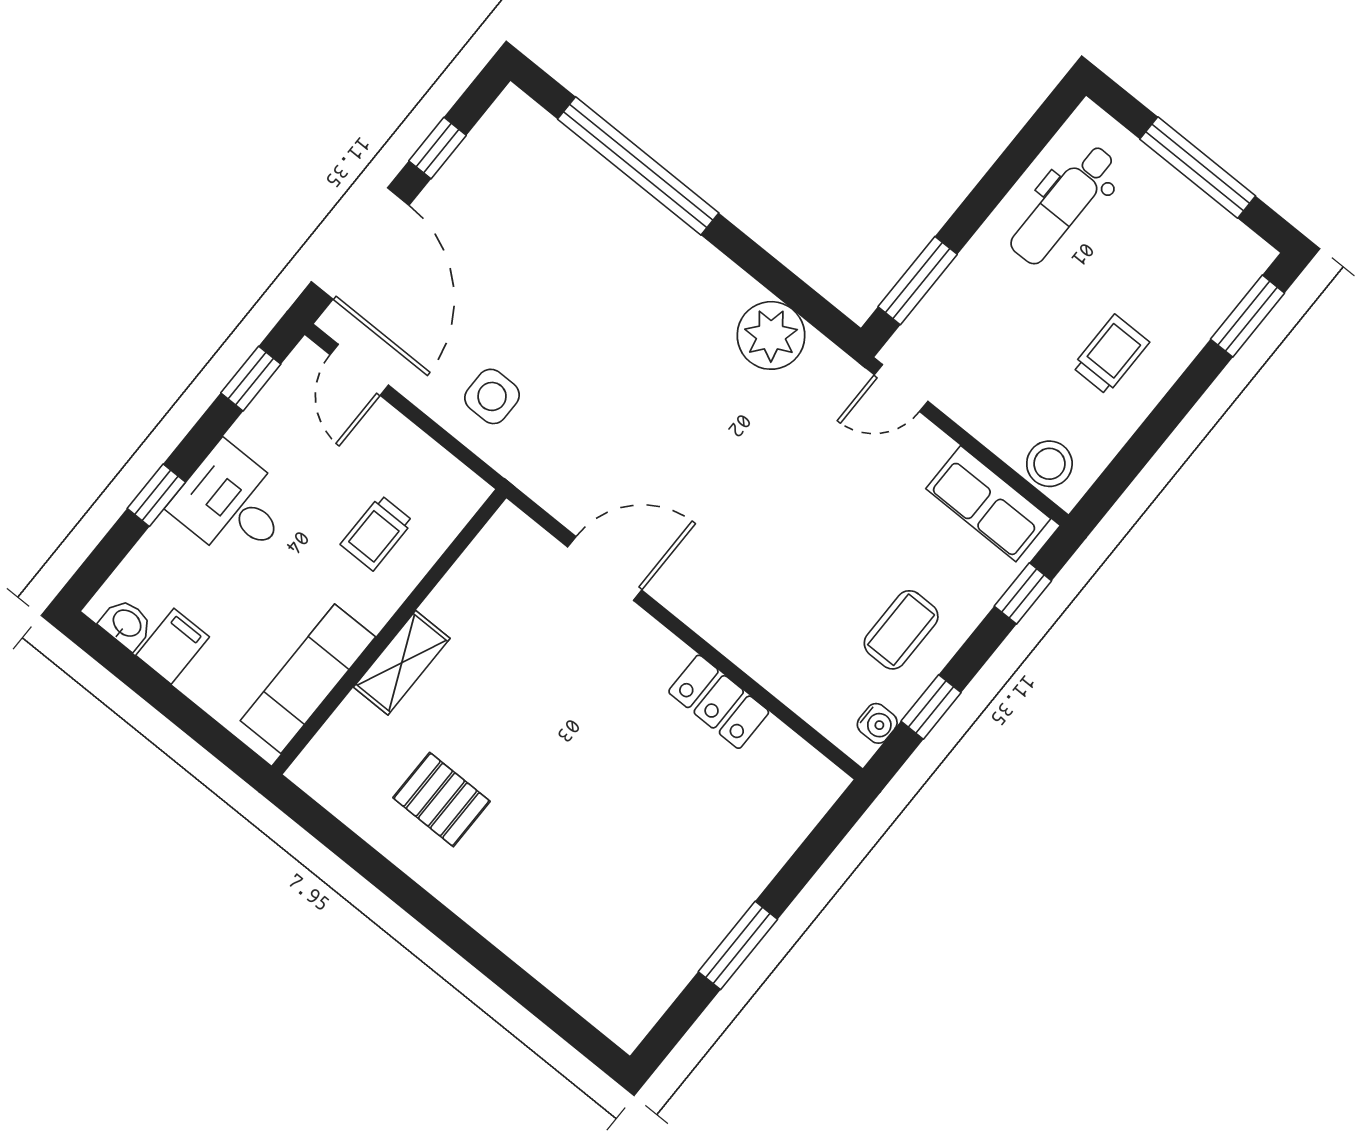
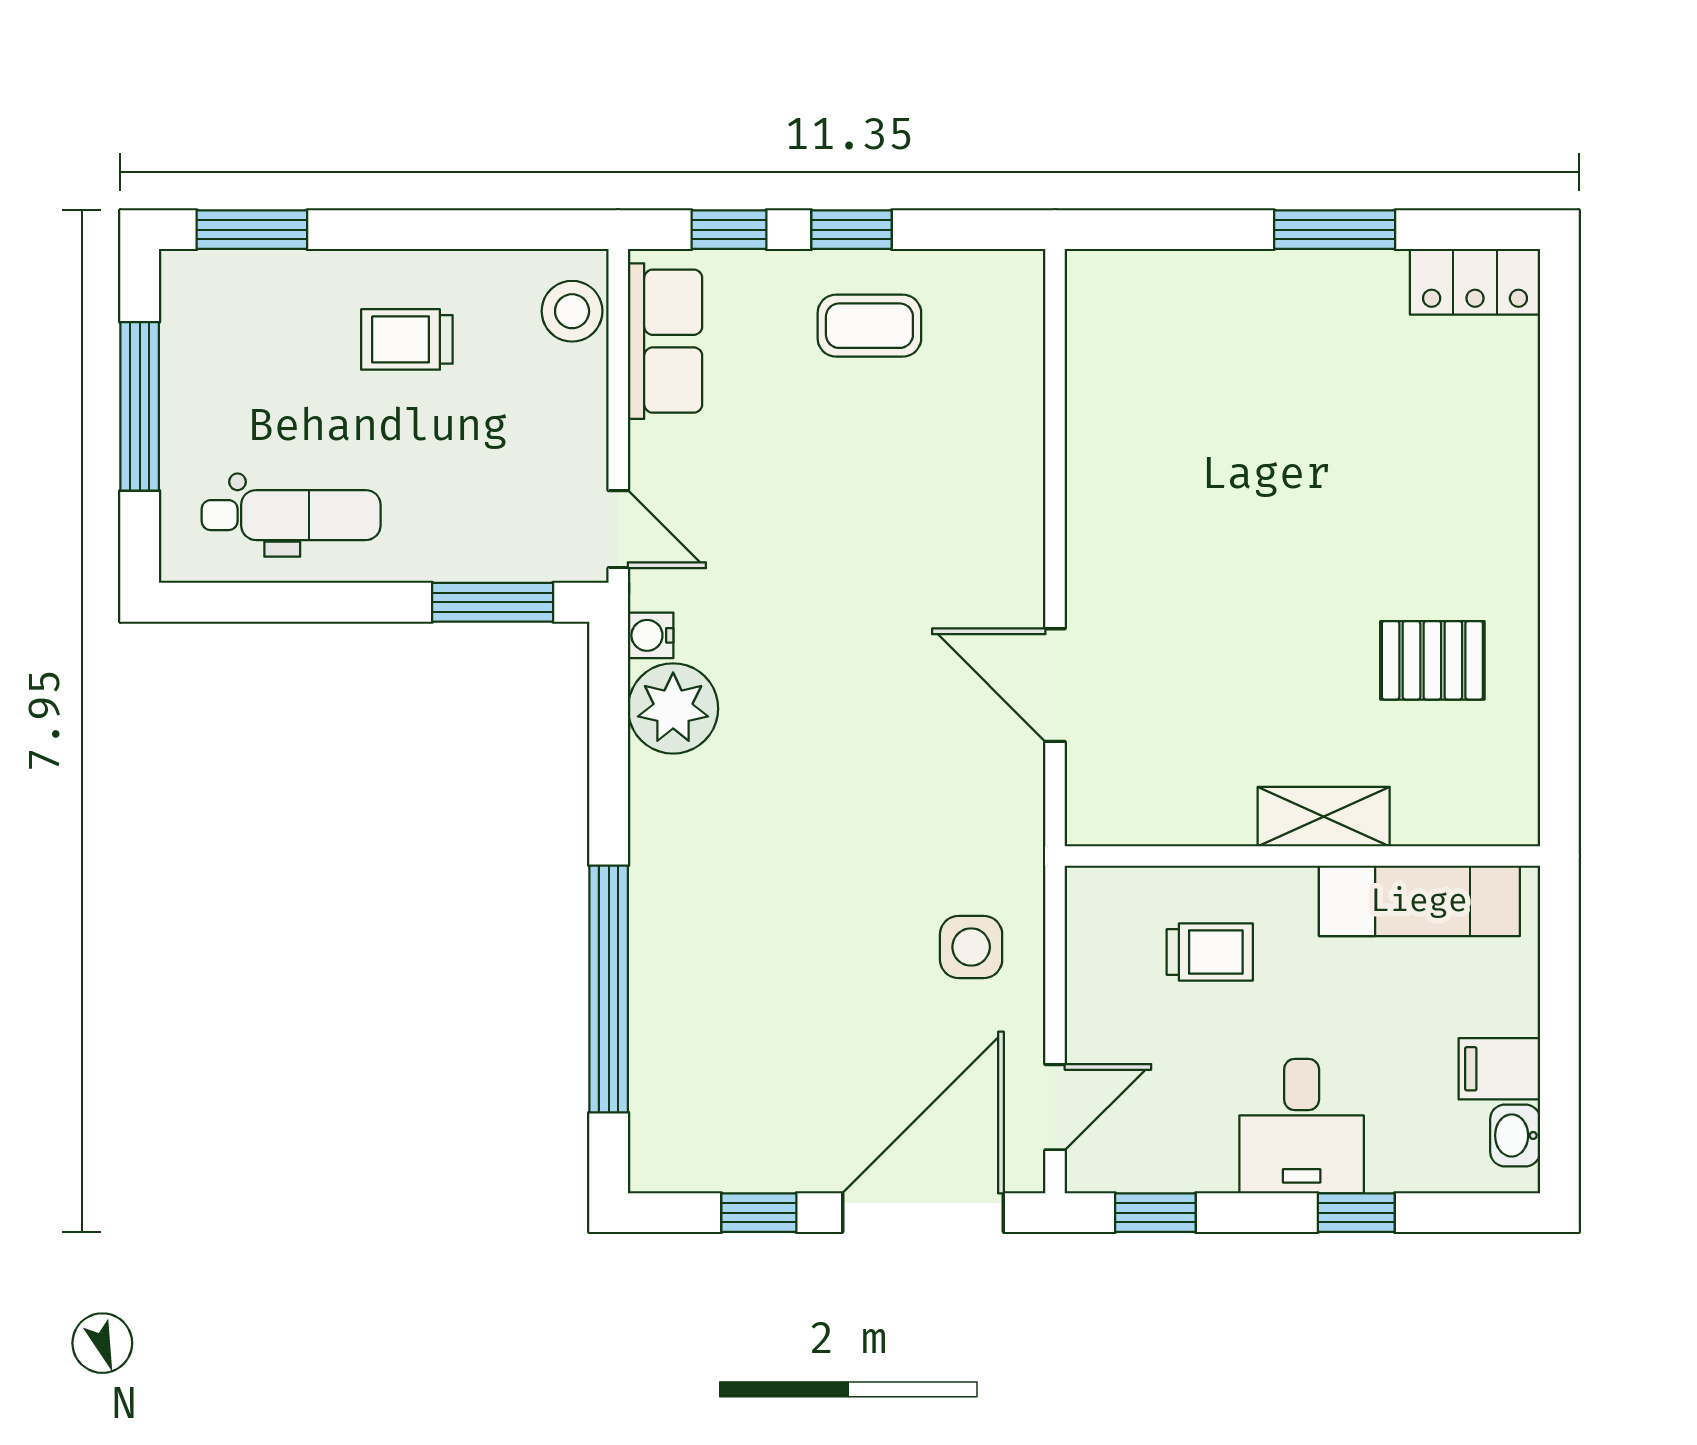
locker: (719, 702) -> (1475, 282), moved, turned 90
window: (931, 707) -> (851, 230), moved
water cooler: (877, 723) -> (651, 635), moved, turned -90
pallet: (442, 800) -> (1432, 660), turned 90

